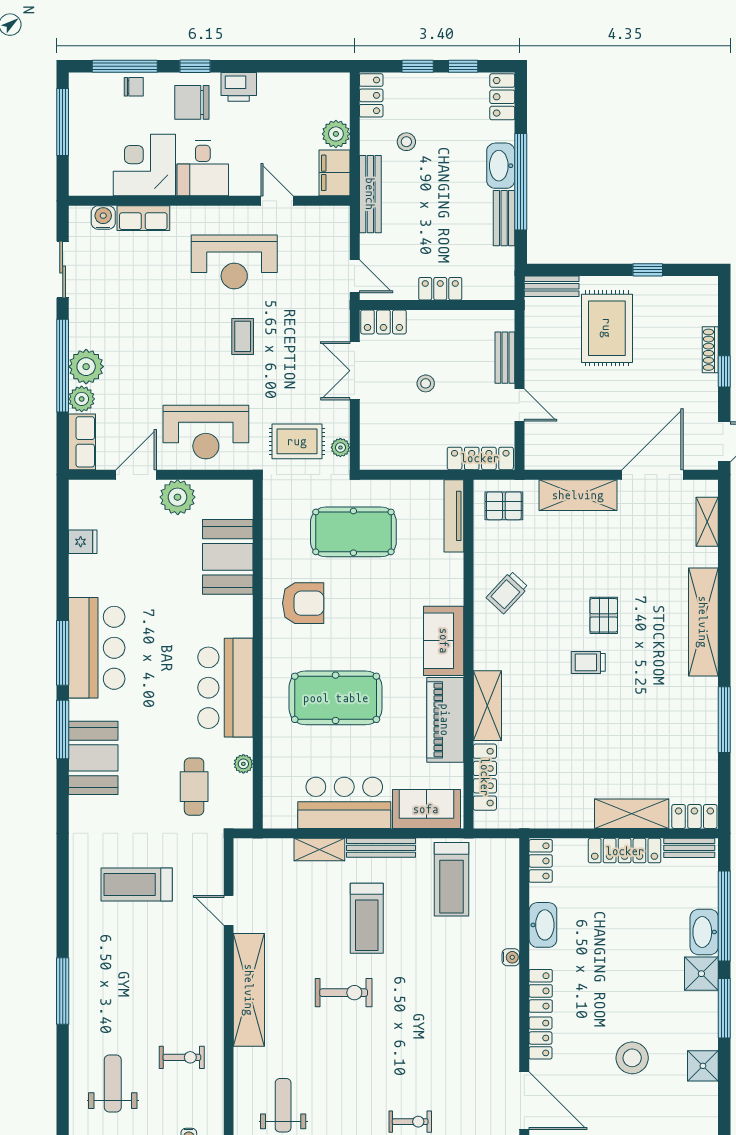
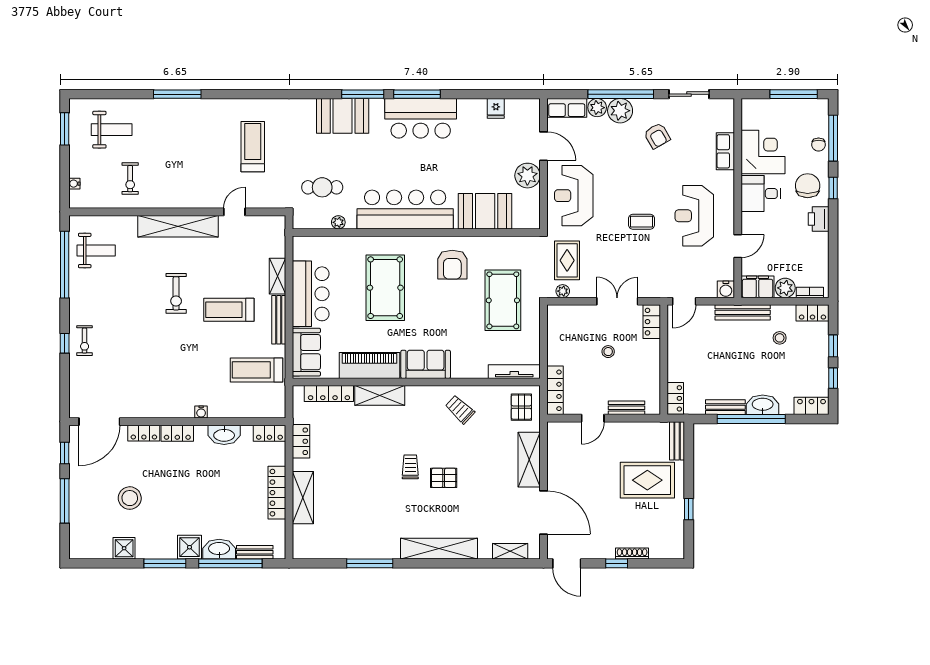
bookcase: (342, 99) -> (810, 292), added
water cooler: (103, 218) -> (726, 289), moved, turned 90
locker: (440, 289) -> (675, 398), moved
armchair: (121, 315) -> (657, 136), added
bar counter: (225, 688) -> (405, 210), width x1.36
locker: (694, 816) -> (301, 441), moved
bench: (689, 848) -> (255, 552), moved, turned 90

